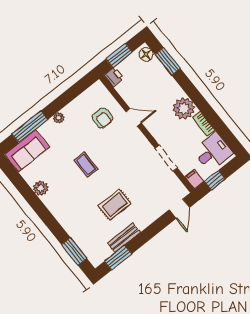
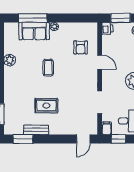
sofa: (27, 151) -> (34, 31), moved

